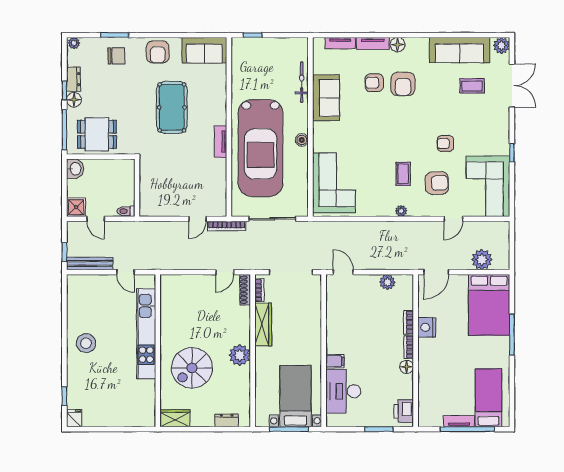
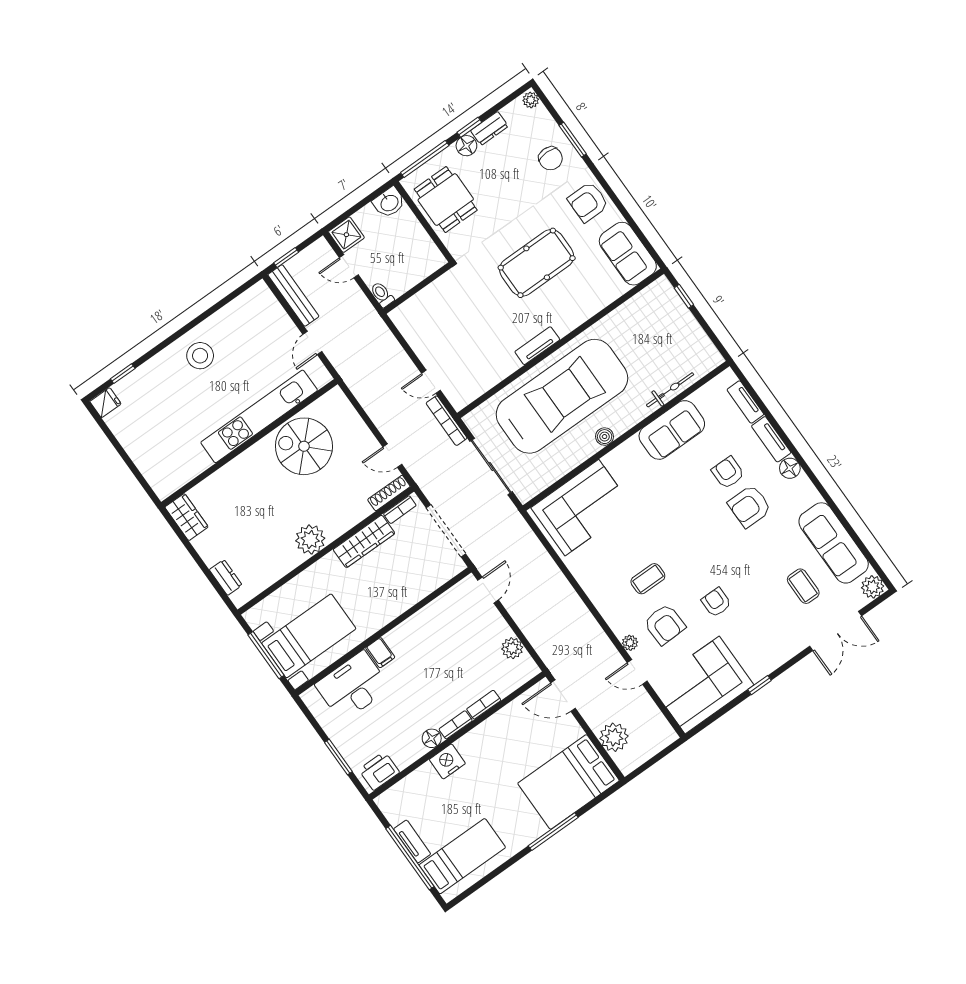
car: (260, 148) -> (562, 396), turned 180
plant: (401, 211) -> (630, 643), moved
door: (96, 219) -> (349, 266), hinge flipped
nightstand: (427, 327) -> (447, 761), moved
spiral stairs: (192, 368) -> (304, 446), moved

